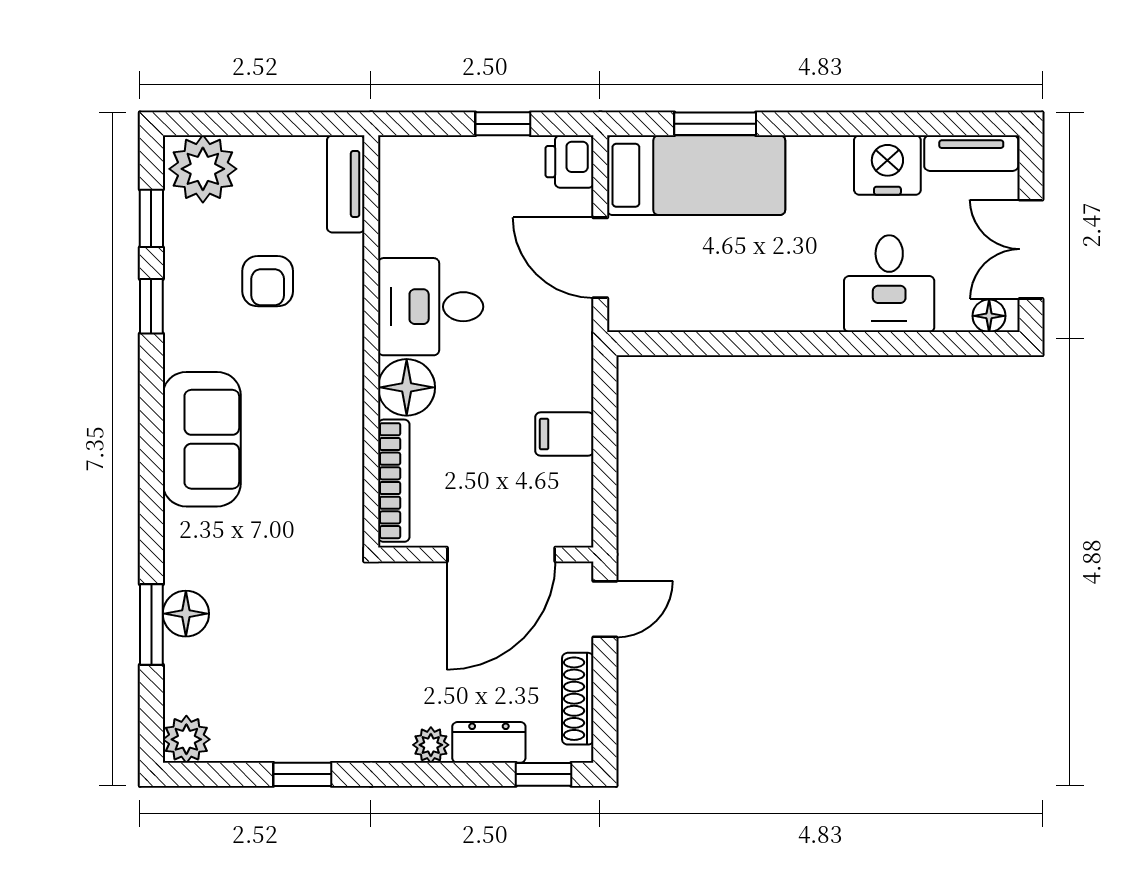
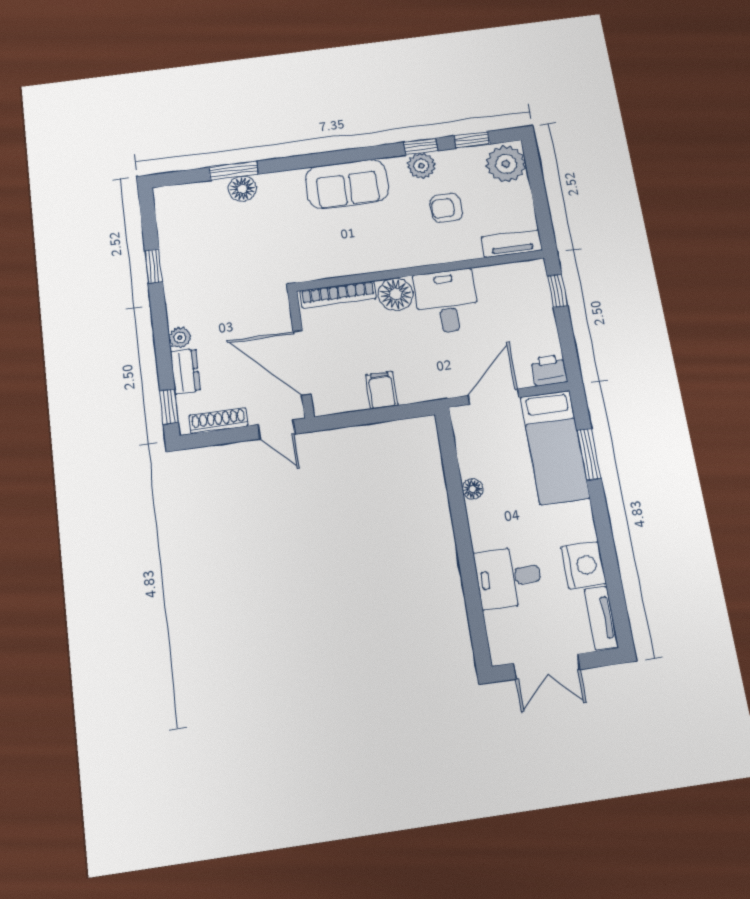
window: (503, 124) -> (557, 291), moved
double door: (1031, 249) -> (547, 666), swing flipped
floor lamp: (989, 316) -> (473, 489), moved
plant: (186, 739) -> (421, 166), moved

